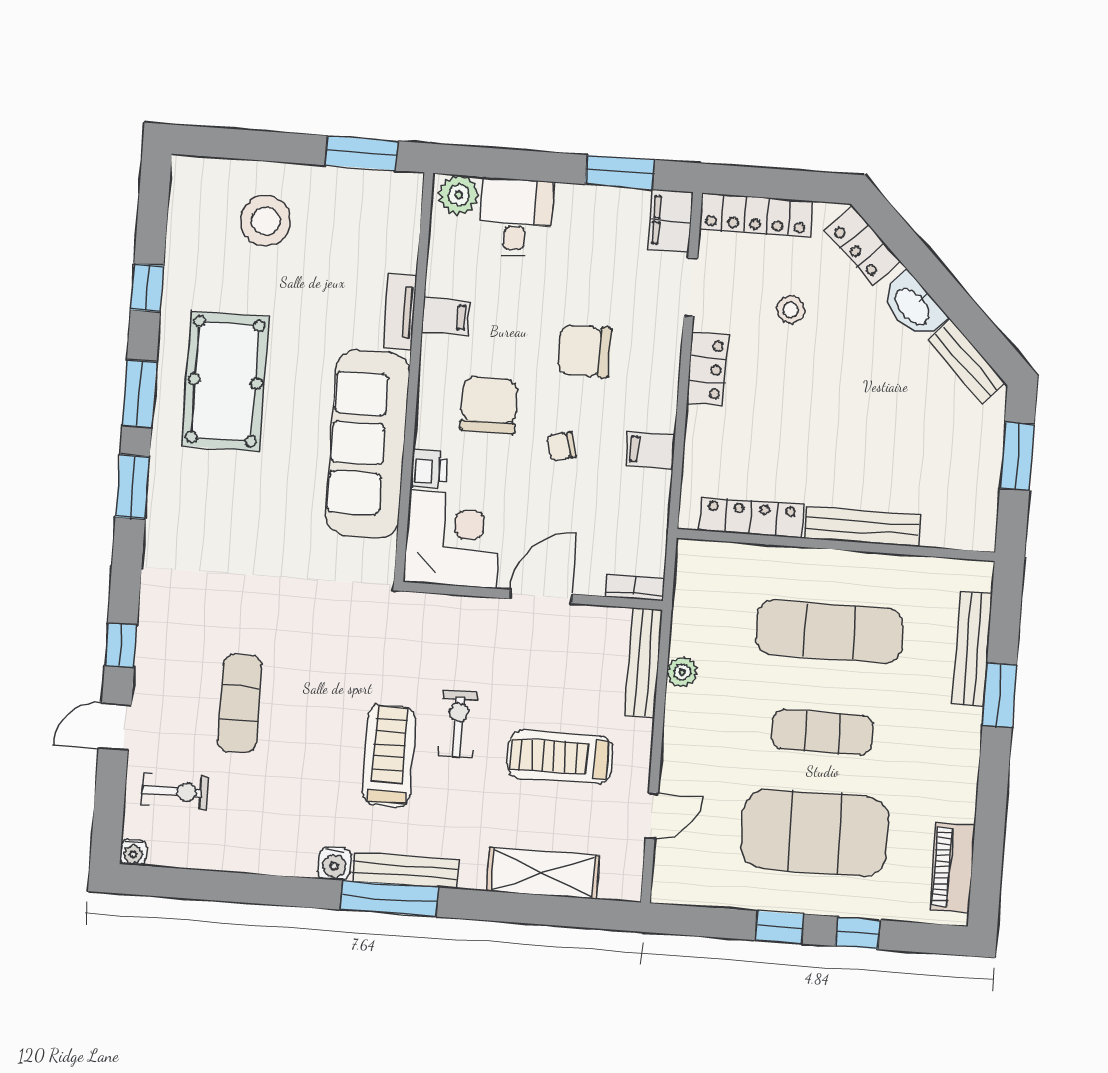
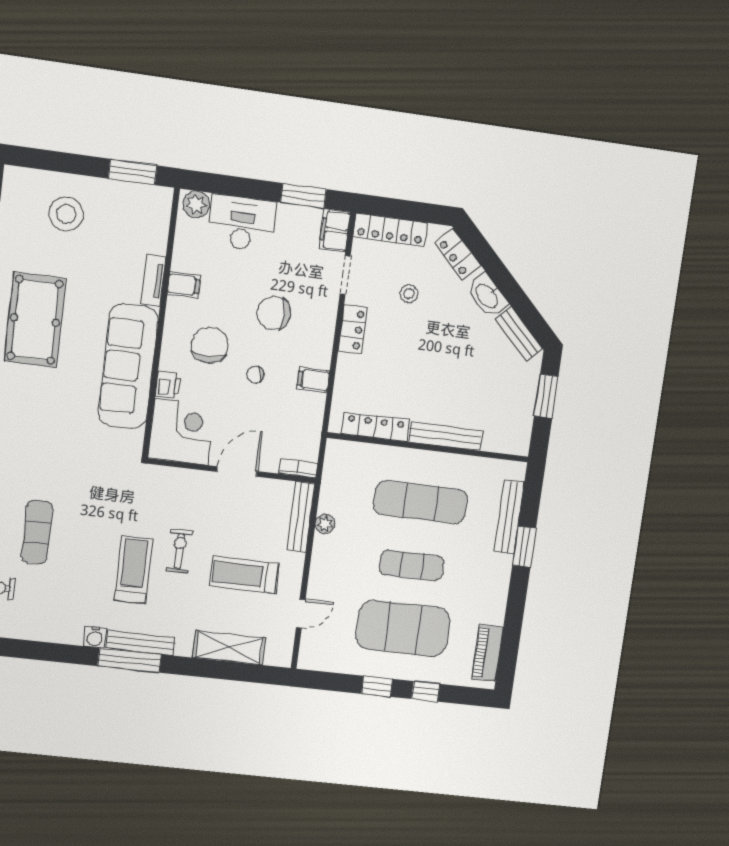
desk: (516, 218) -> (242, 223), width x1.37

